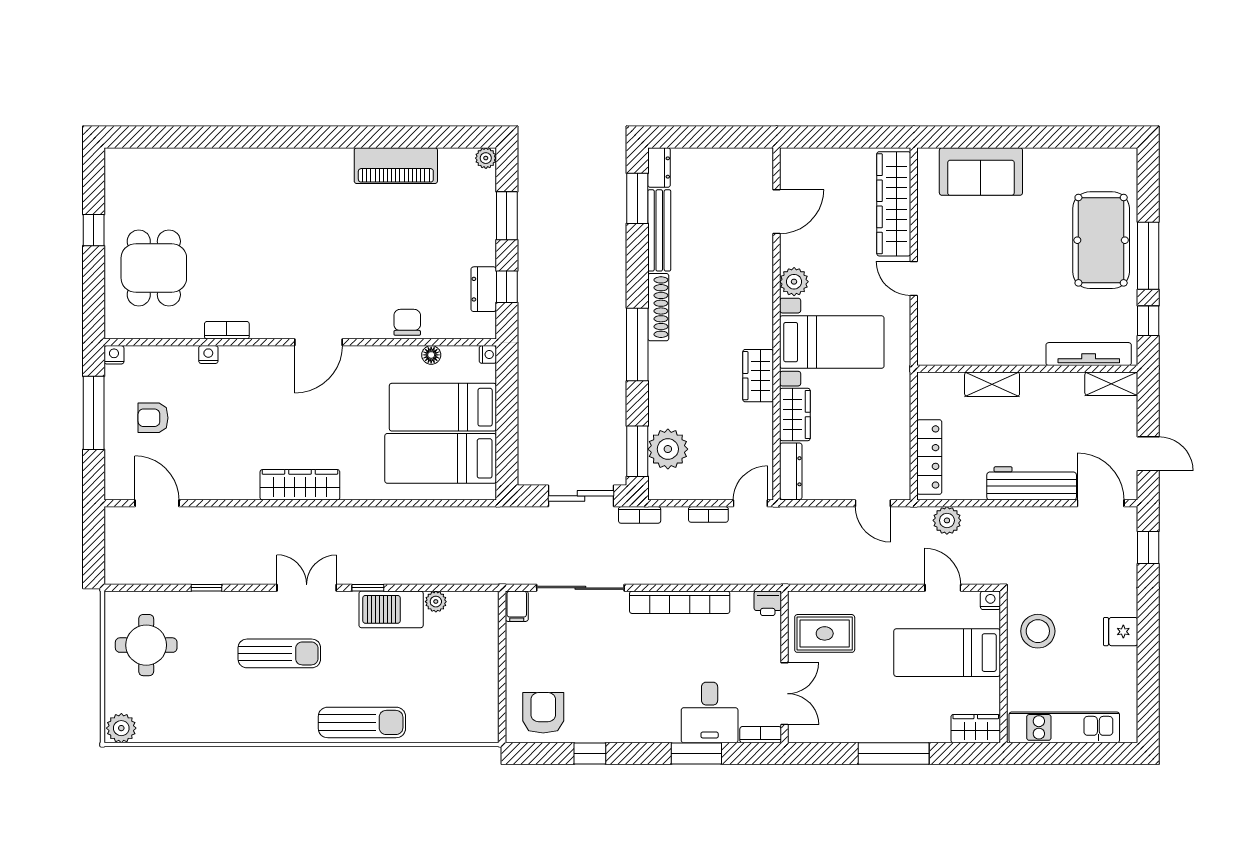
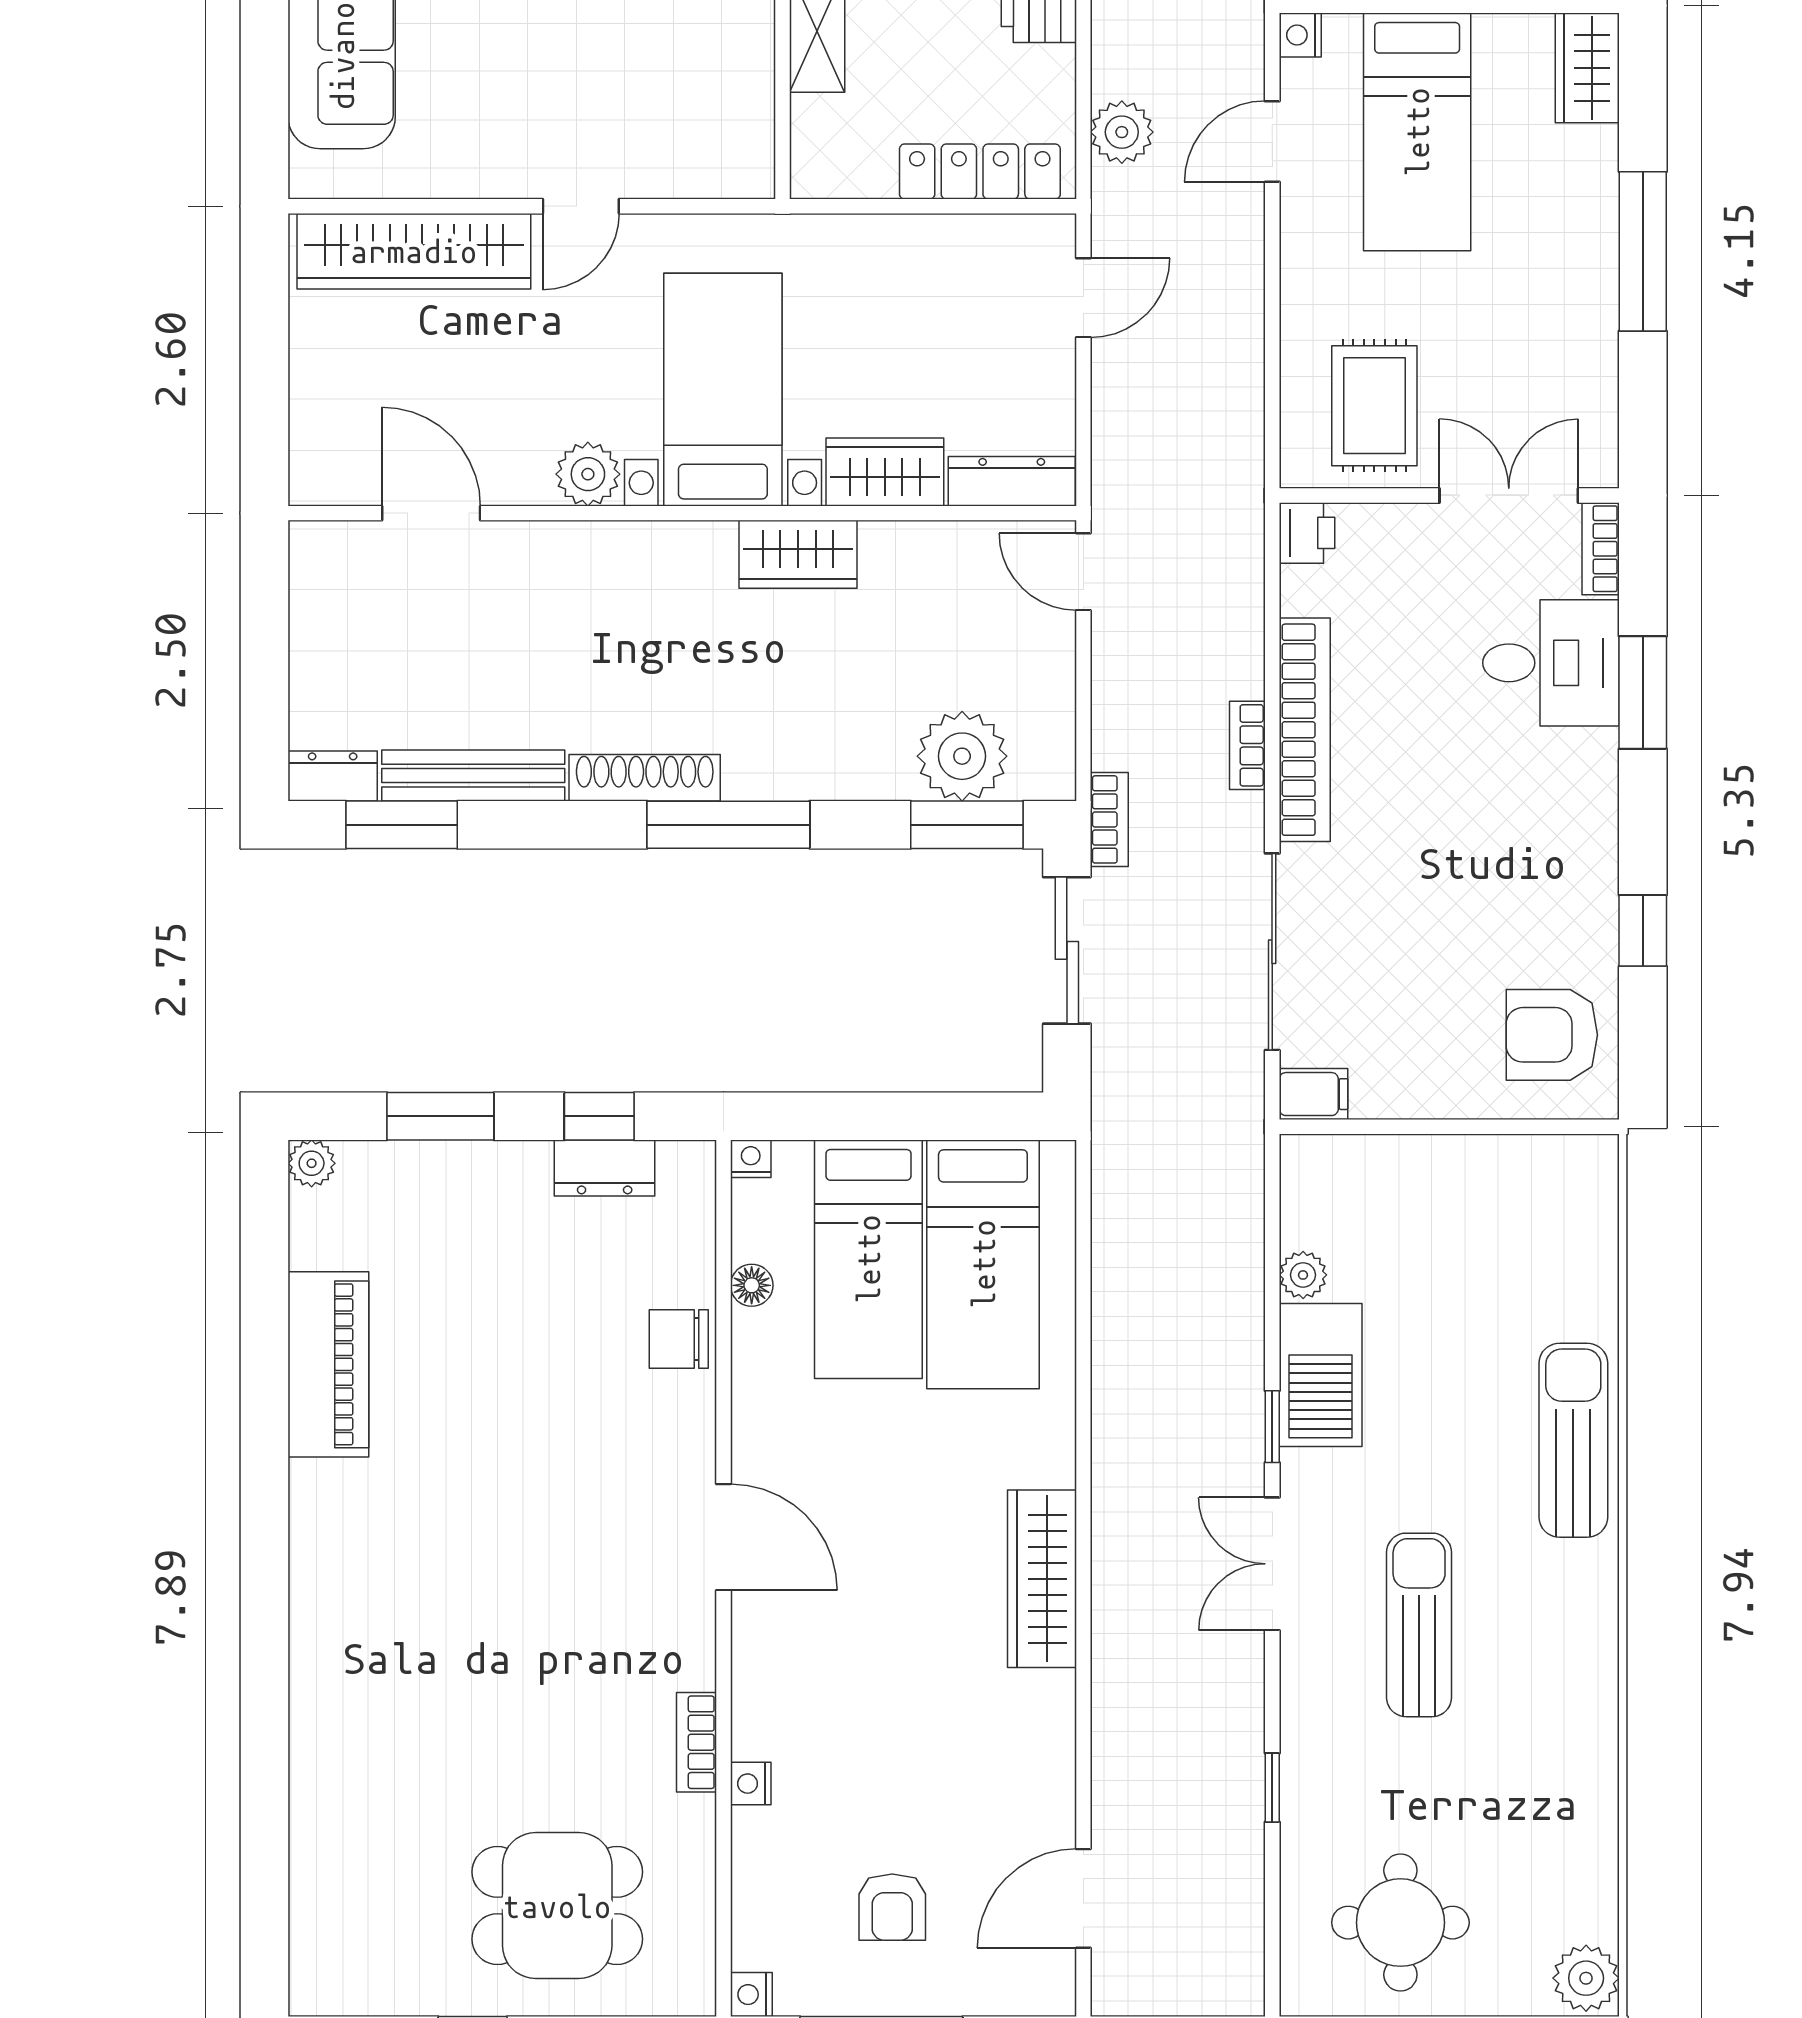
bookcase: (708, 514) -> (1247, 745), moved, turned 180

